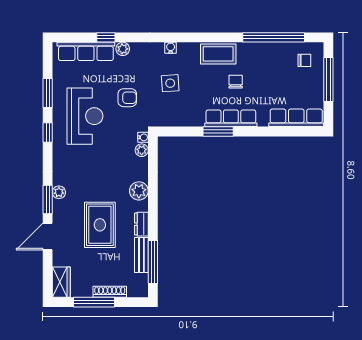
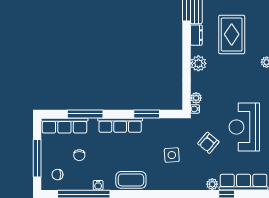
water cooler: (171, 48) -> (98, 185), moved
chair: (236, 82) -> (79, 155), moved
armchair: (127, 98) -> (208, 143), turned -50
window: (218, 131) -> (147, 114), moved
window: (272, 131) -> (85, 114), added

